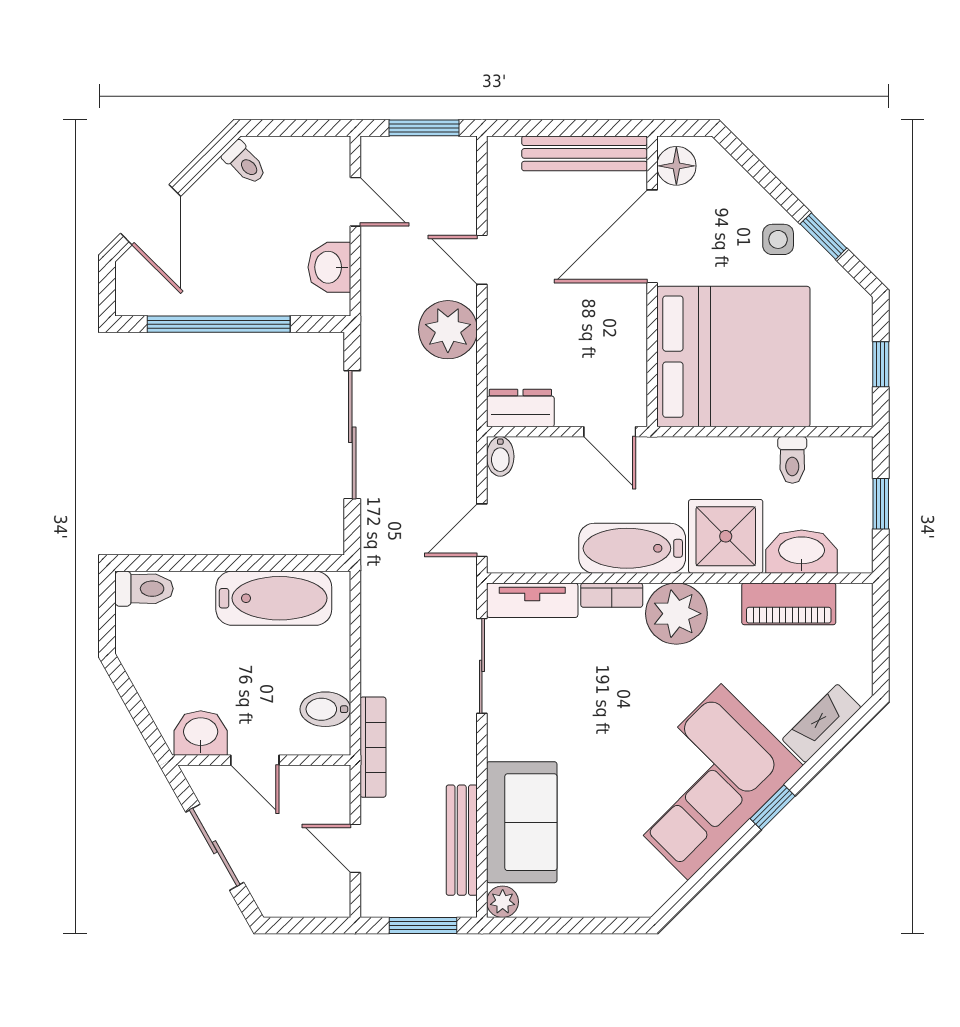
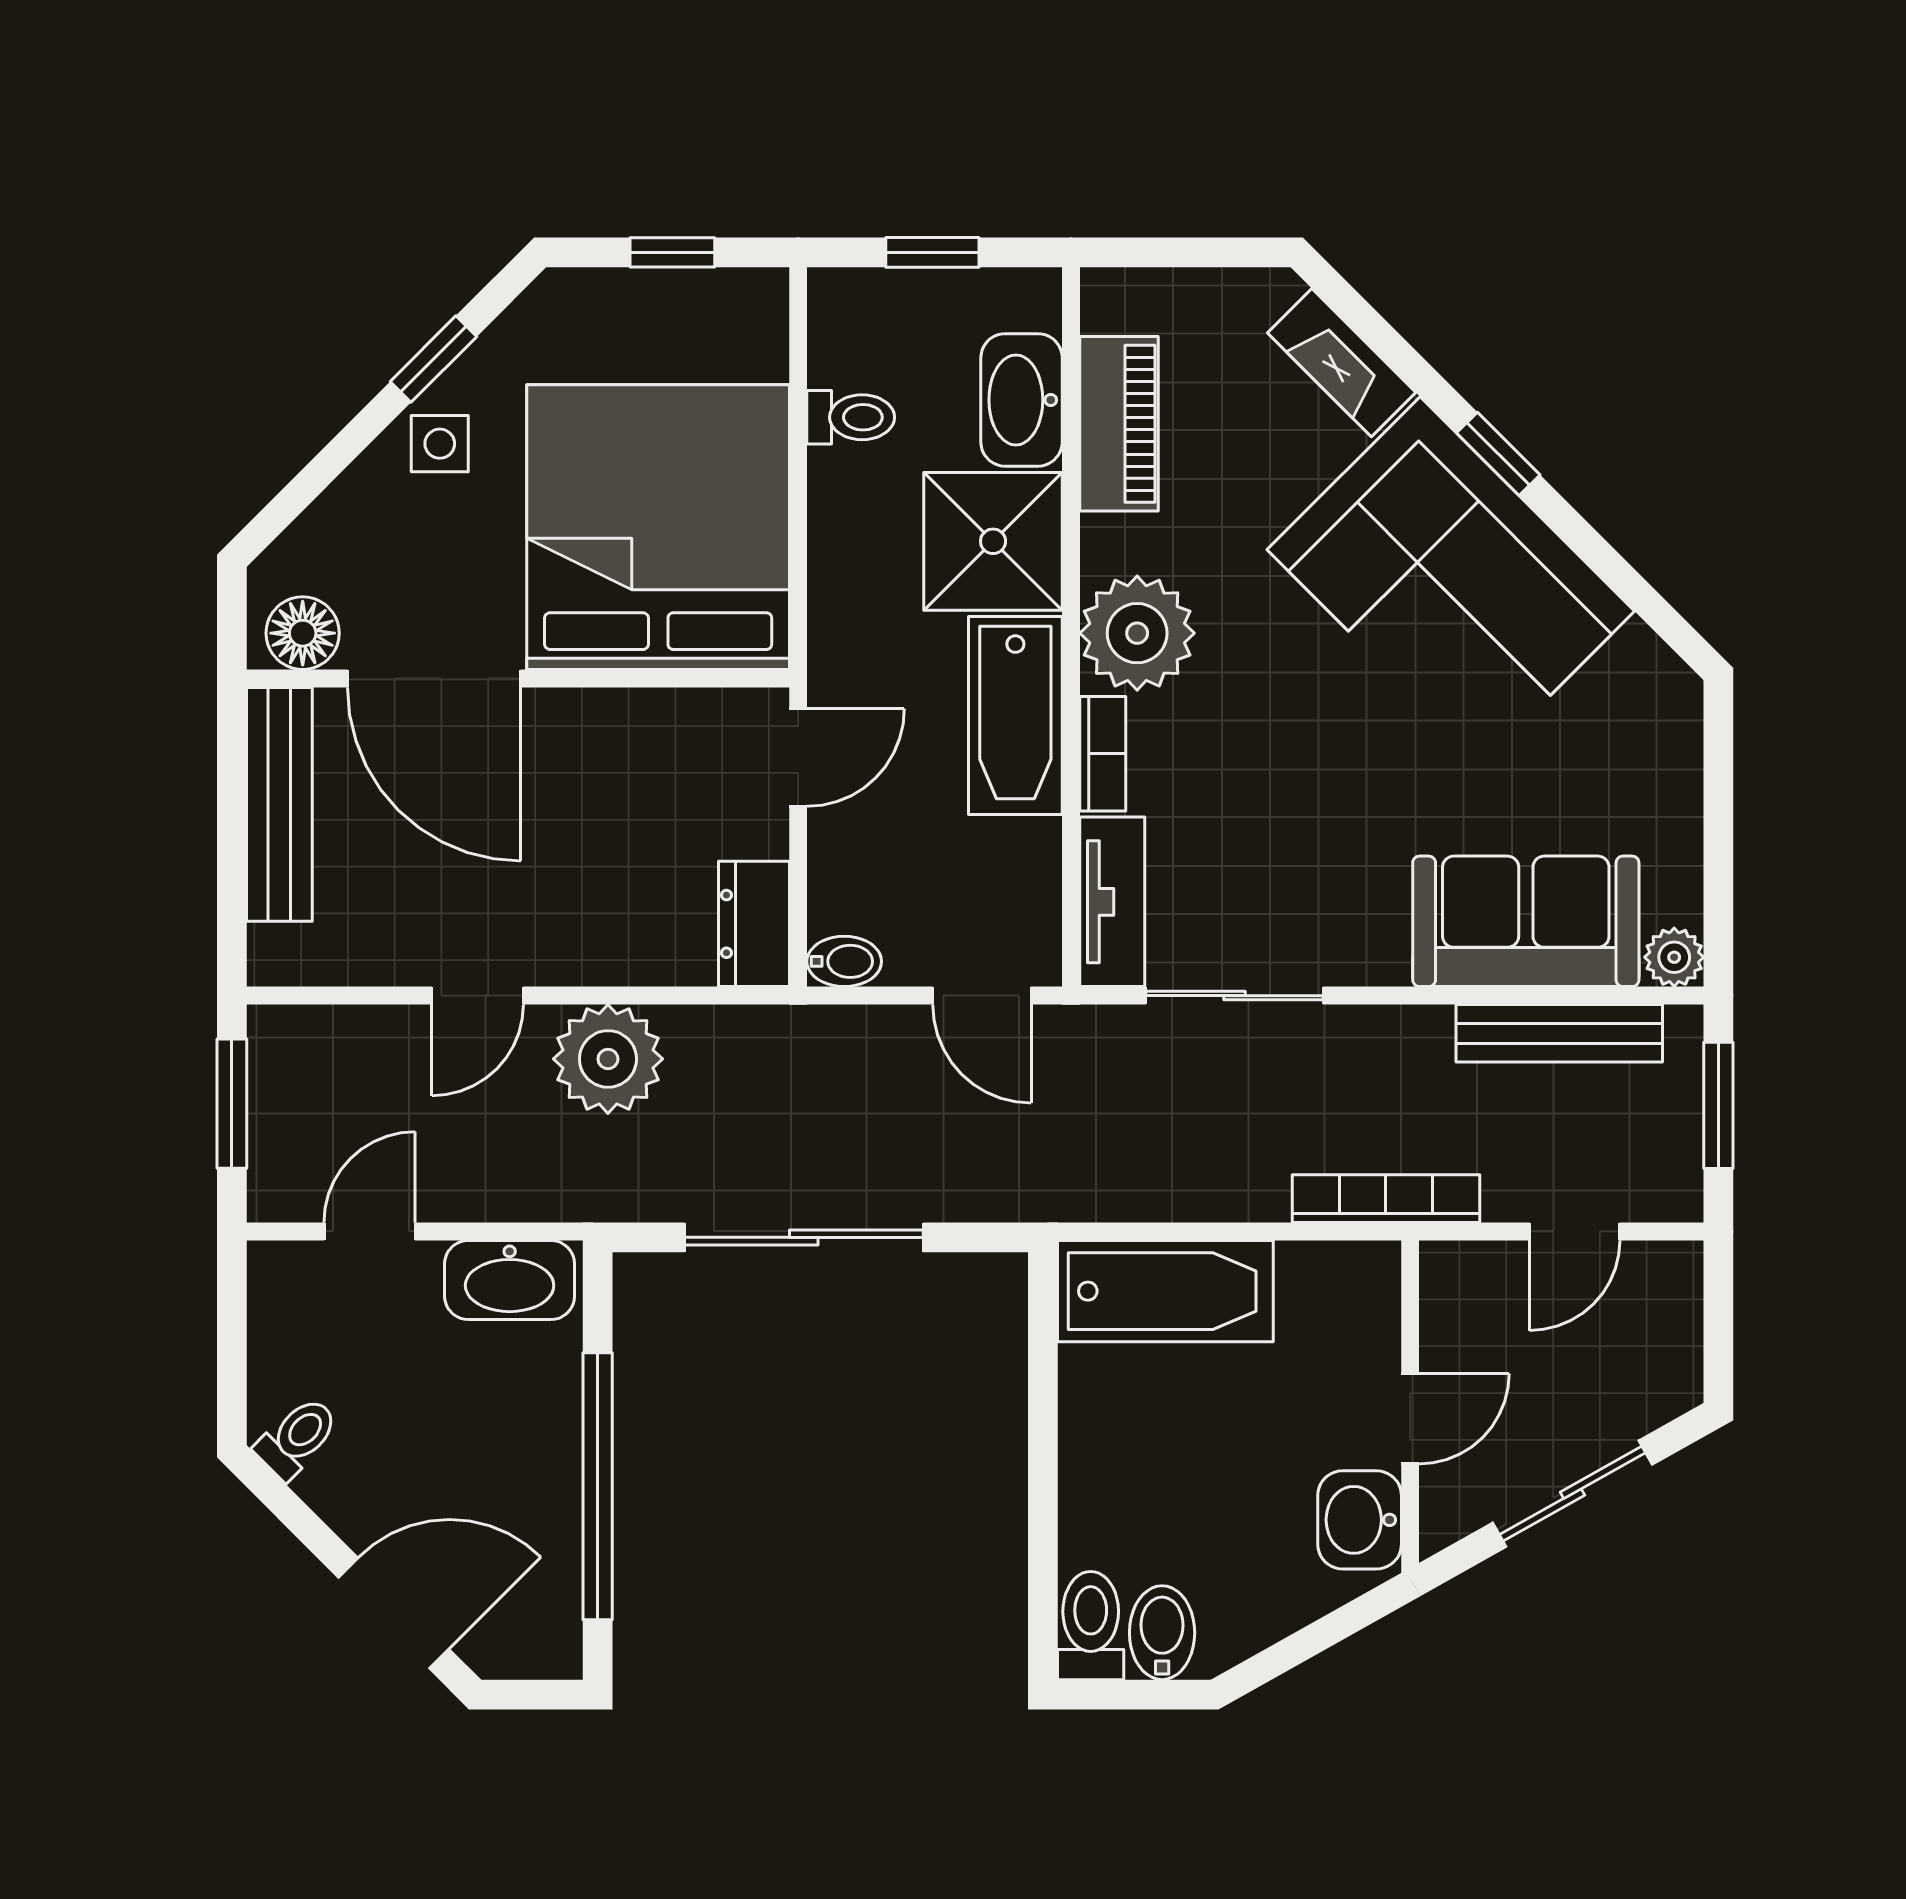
washbasin: (329, 267) -> (510, 1280), width x1.38
bathtub: (274, 598) -> (1165, 1291), moved, turned 90
bidet: (325, 709) -> (1162, 1633), moved, turned 180

